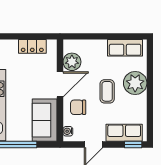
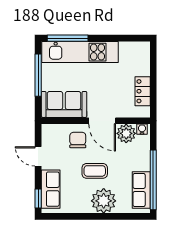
window: (116, 36) -> (153, 180), added
water cooler: (68, 131) -> (142, 129), moved

